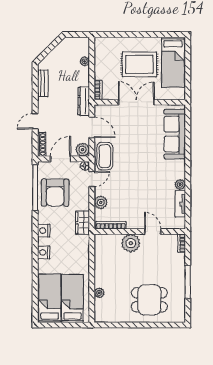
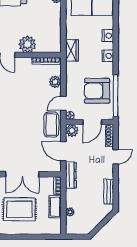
cot: (101, 67) -> (55, 207), added
armchair: (55, 193) -> (97, 91), turned -90
wardrobe: (82, 223) -> (72, 50), moved

